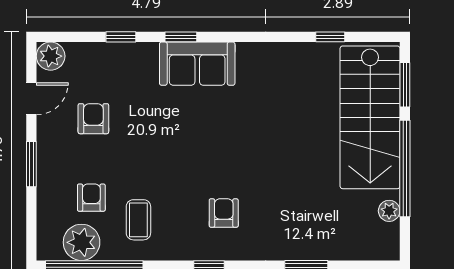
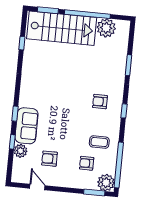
plant: (51, 56) -> (20, 151), moved
sofa: (197, 64) -> (27, 126), moved
window: (31, 164) -> (94, 193), moved
plant: (389, 211) -> (106, 28), width x1.88, depth x1.88
plant: (82, 242) -> (106, 183), moved

